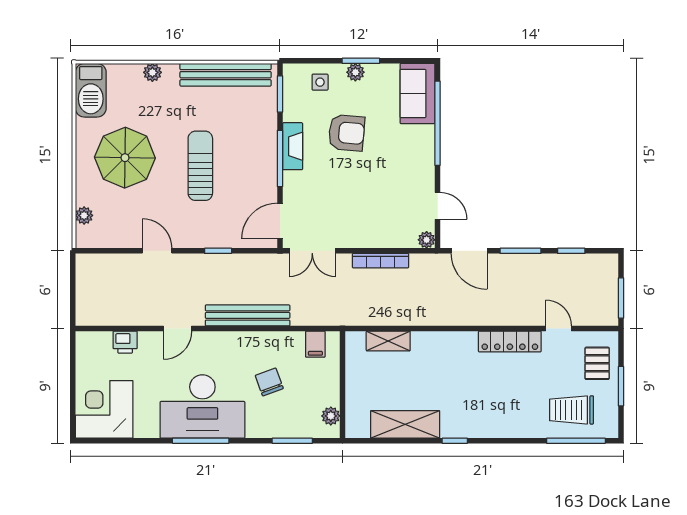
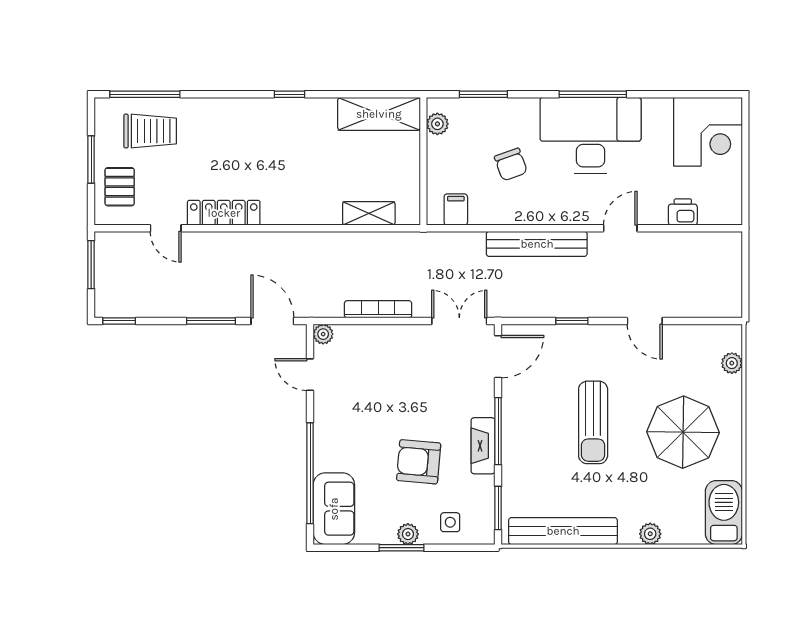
window: (571, 251) -> (119, 321), moved
shelving: (405, 424) -> (379, 114), moved

